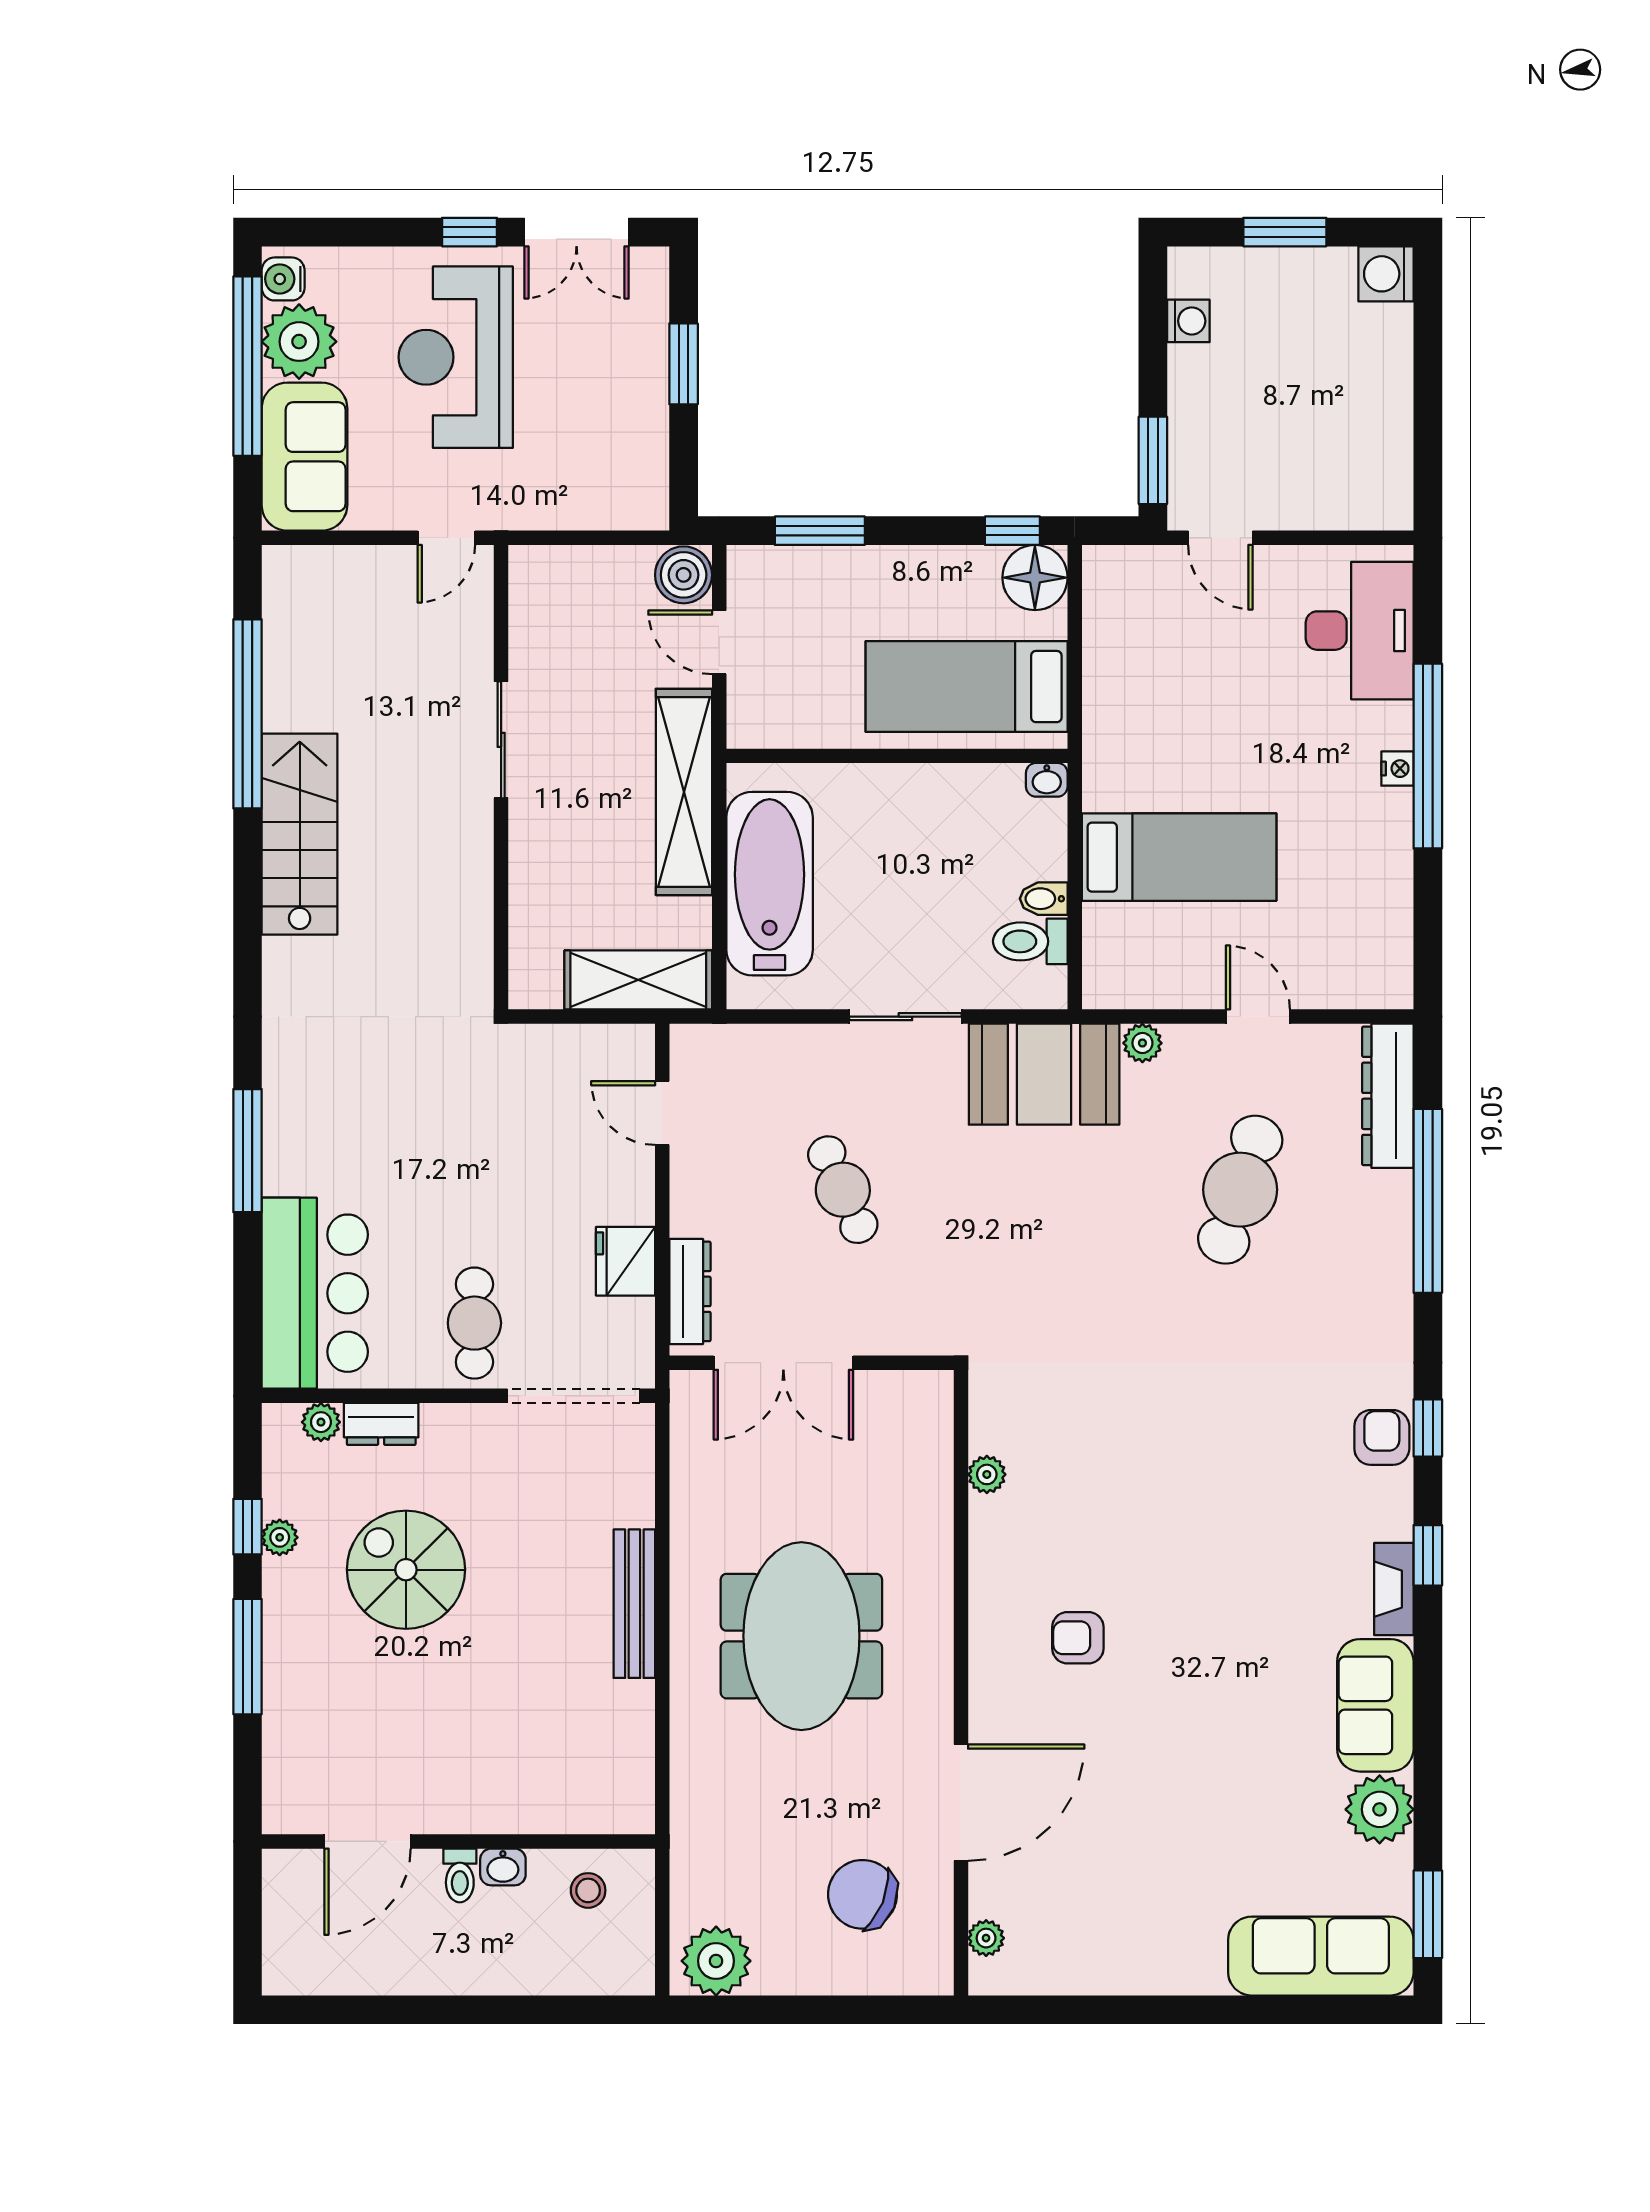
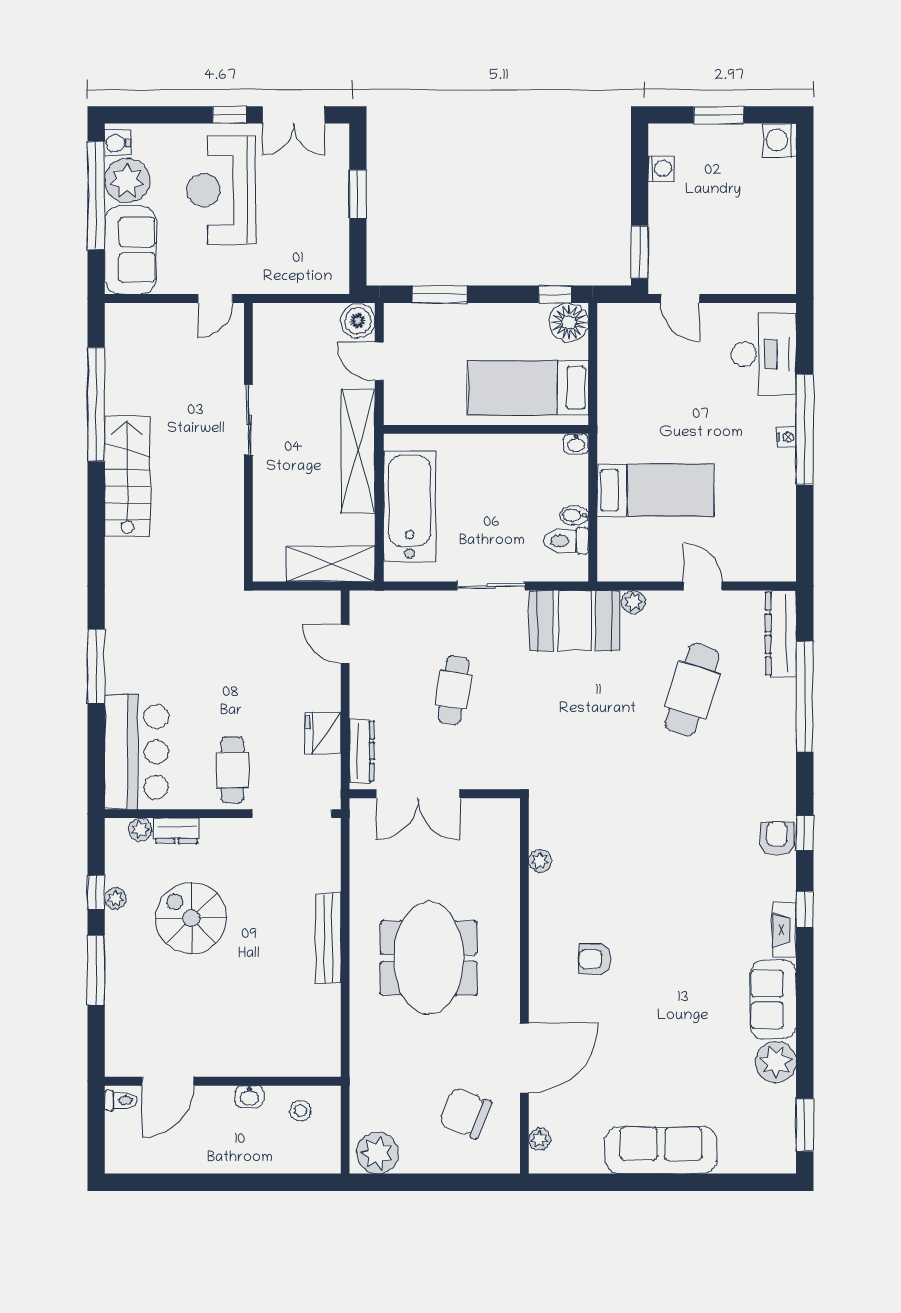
cafe table: (843, 1190) -> (454, 690), turned 33
toilet: (460, 1875) -> (121, 1100), moved, turned -90
sofa: (1321, 1956) -> (661, 1150), moved

